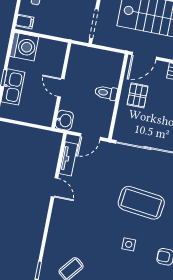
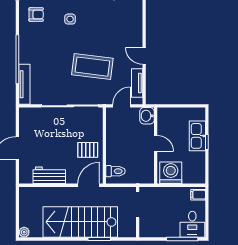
washing machine: (24, 47) -> (171, 173), moved, turned 90
toilet: (106, 93) -> (115, 171), moved
pallet: (138, 95) -> (88, 150), turned 90
coffee table: (141, 203) -> (92, 67), moved

